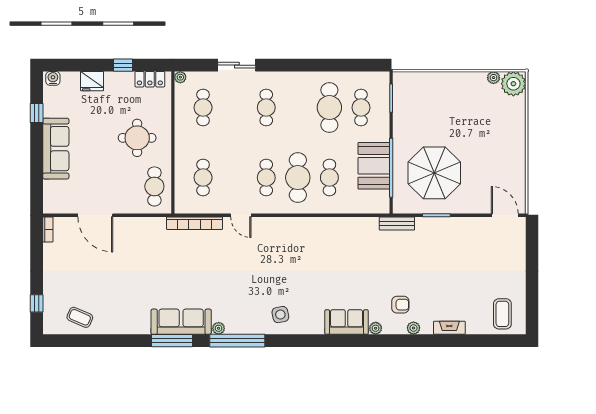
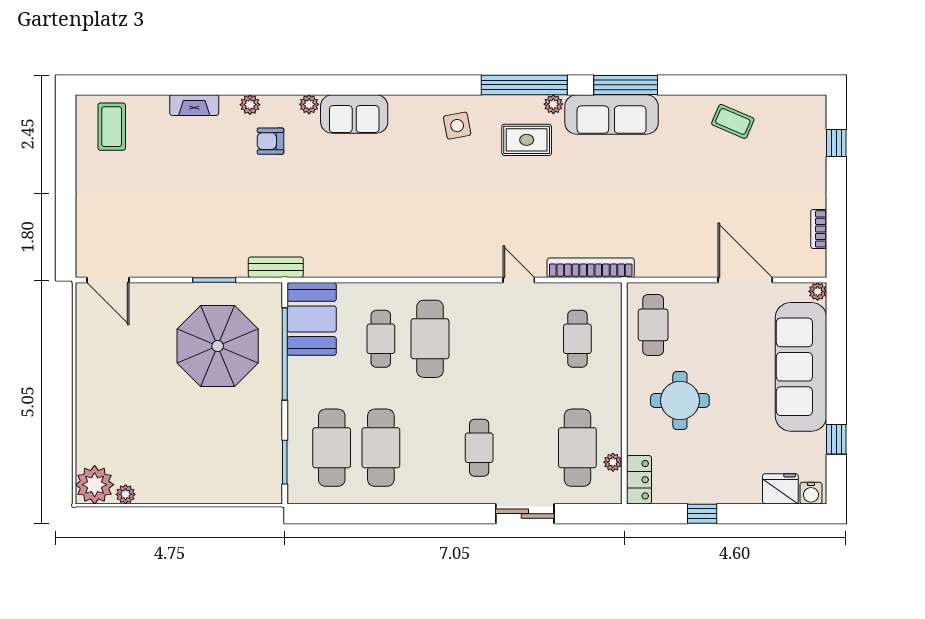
plant: (180, 77) -> (613, 462), moved
locker: (150, 79) -> (639, 480), moved, turned 90
fridge: (92, 81) -> (780, 489), moved
cafe table: (203, 108) -> (577, 448), width x1.37, depth x1.35
cafe table: (361, 108) -> (332, 448), width x1.37, depth x1.35
sofa: (56, 149) -> (801, 367), width x1.36, depth x1.27
booth: (374, 166) -> (312, 319), moved
cafe table: (266, 178) -> (479, 339), removed
plant: (49, 208) -> (818, 291), added
bookcase: (48, 229) -> (819, 229), moved
rug: (236, 305) -> (527, 140), added
coffee table: (80, 317) -> (733, 121), moved

